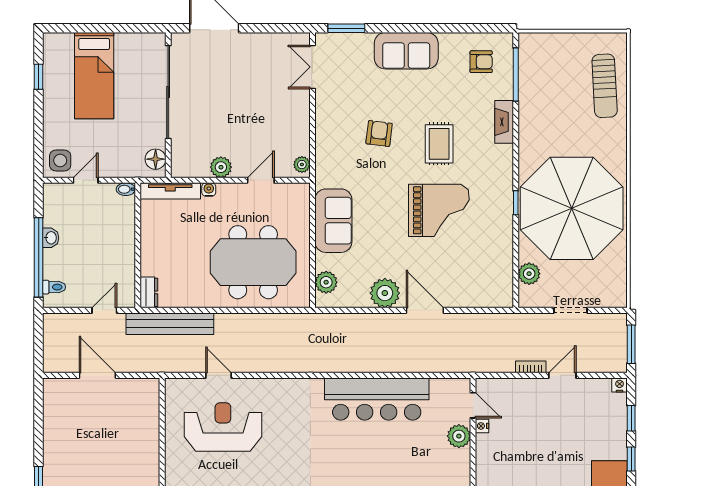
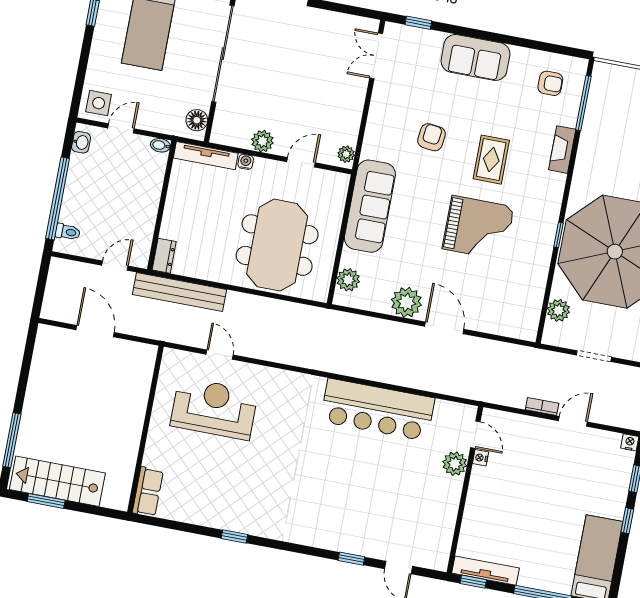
window: (346, 28) -> (418, 23), width x0.67
sofa: (333, 221) -> (370, 206), width x1.36
washbasin: (51, 238) -> (81, 142), moved
meeting table: (253, 262) -> (277, 245), turned 90

